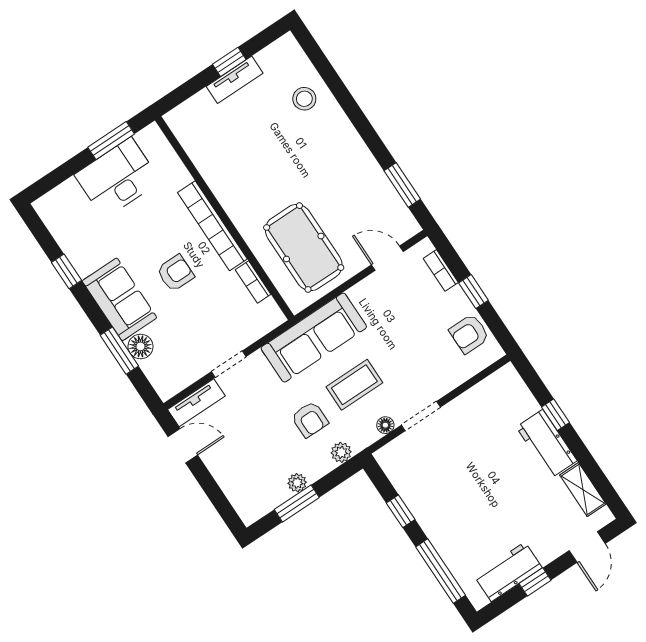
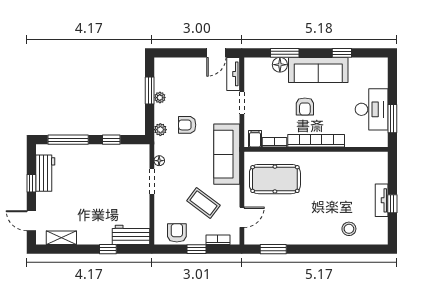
sofa: (119, 299) -> (318, 70), width x1.36
filing cabinet: (266, 313) -> (255, 139), added
coffee table: (354, 385) -> (203, 203), moved, turned -53
workbench: (547, 444) -> (131, 235), moved

